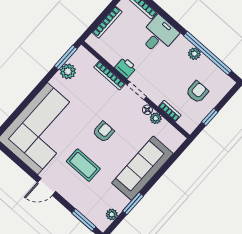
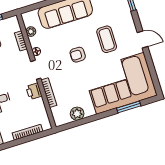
window: (66, 57) -> (129, 107), moved
plant: (156, 118) -> (31, 32), moved

